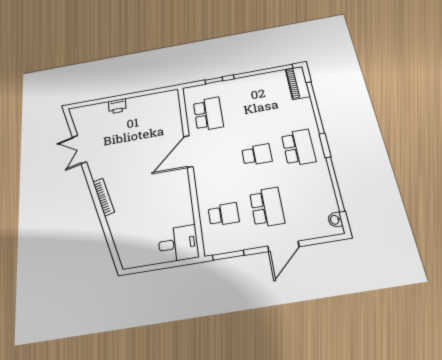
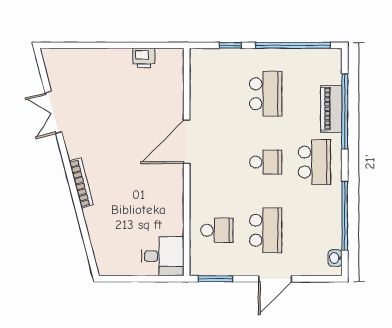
piano: (298, 83) -> (331, 109), moved
printer: (117, 106) -> (144, 58), moved
school desk: (208, 114) -> (266, 94), moved

